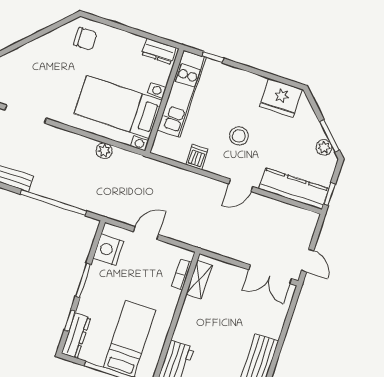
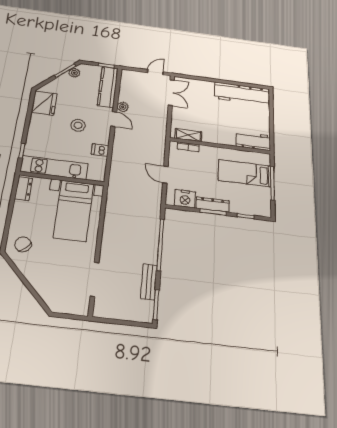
chair: (85, 39) -> (23, 244), turned -45
plant: (104, 151) -> (123, 107), moved
dresser: (76, 336) -> (213, 204), moved

